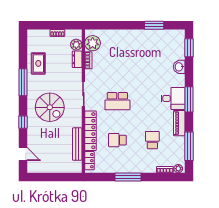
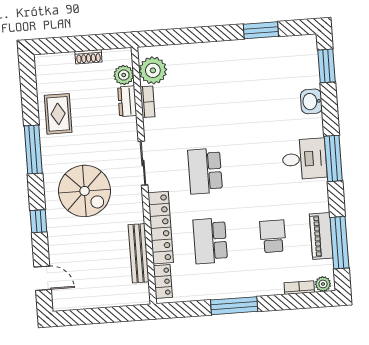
school desk: (117, 101) -> (205, 171), turned 90
piano: (179, 123) -> (321, 236), moved
school desk: (117, 140) -> (210, 241), width x1.85

